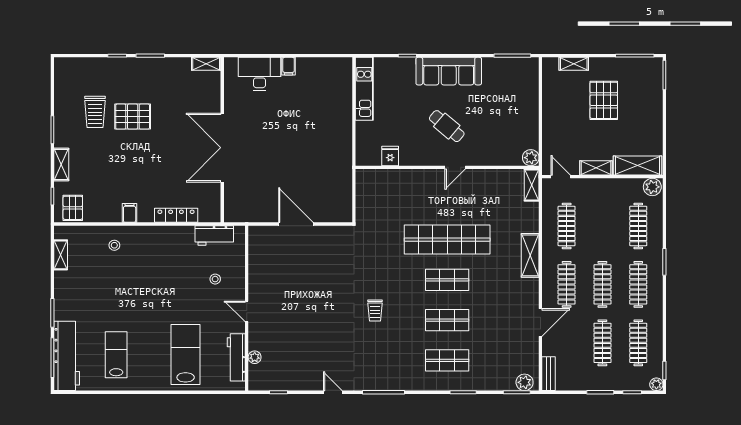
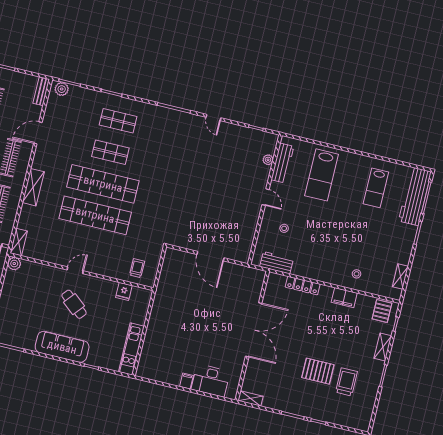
filing cabinet: (130, 213) -> (344, 298), width x2.00
shop shelf: (447, 280) -> (103, 184), width x2.00, depth x1.36
trolley: (375, 311) -> (137, 268), moved

